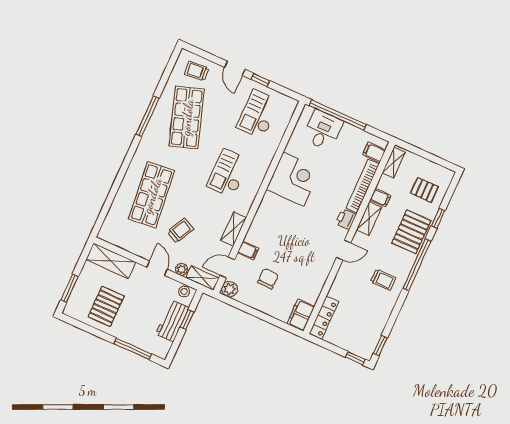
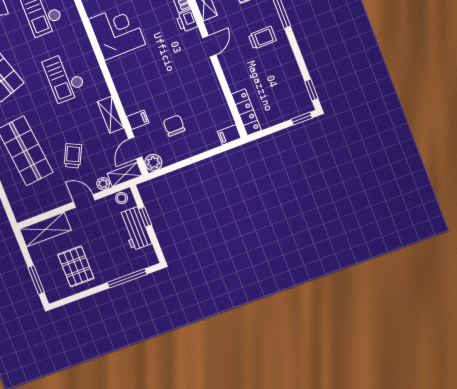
filing cabinet: (301, 315) -> (229, 135), width x0.50

